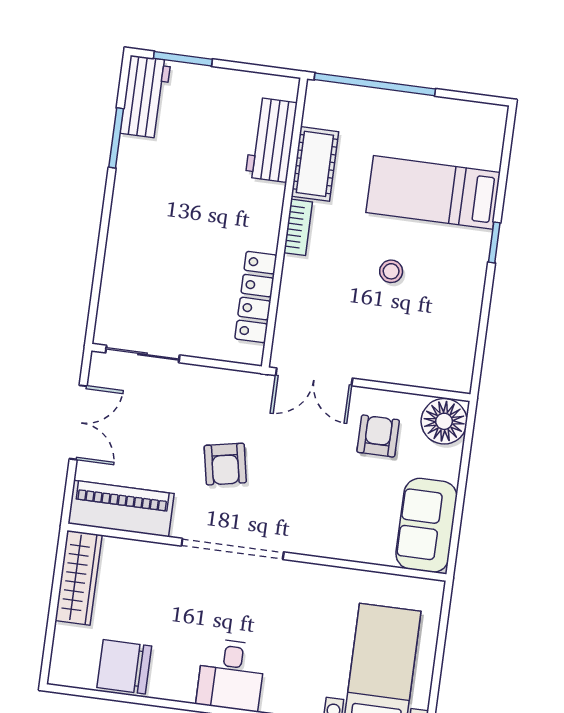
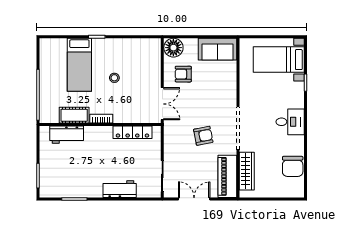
workbench: (145, 97) -> (120, 189), moved
wardrobe: (78, 578) -> (247, 171), moved, turned 90

